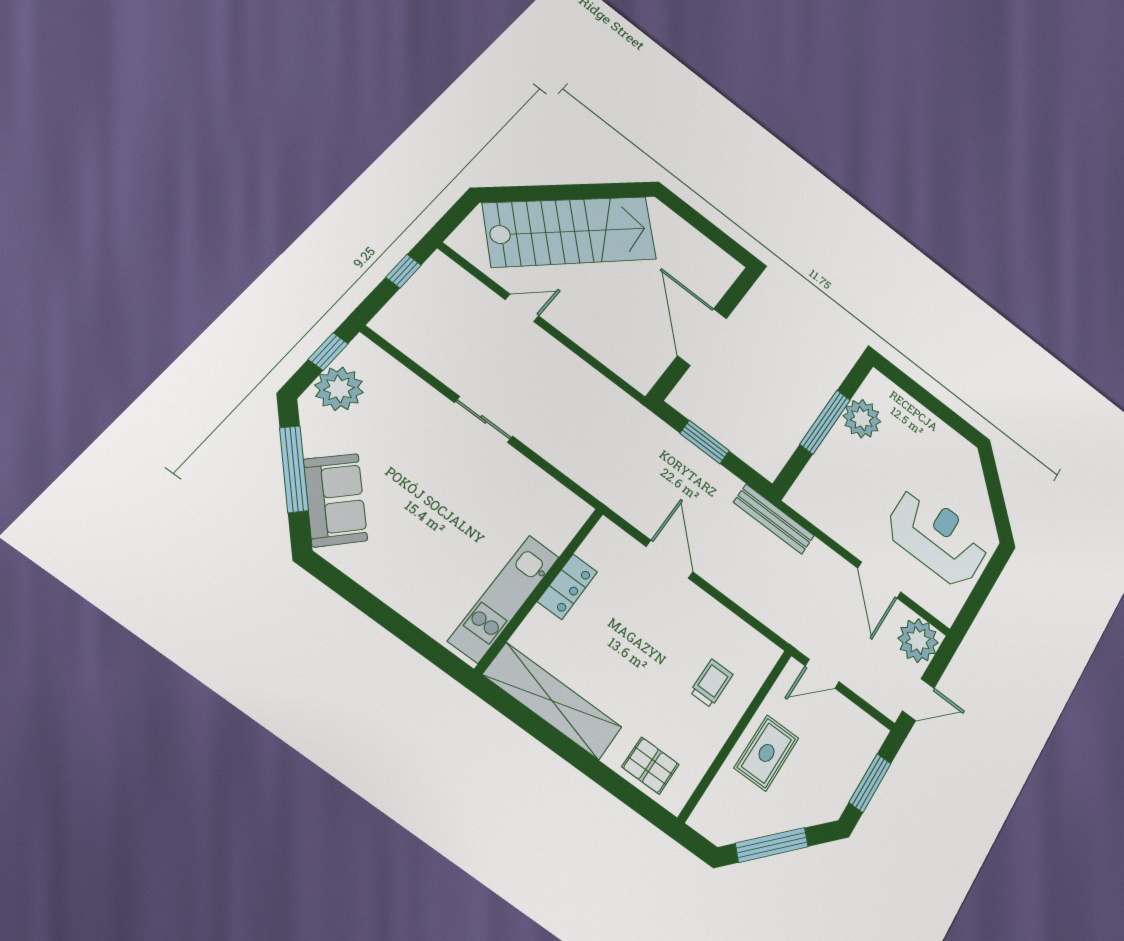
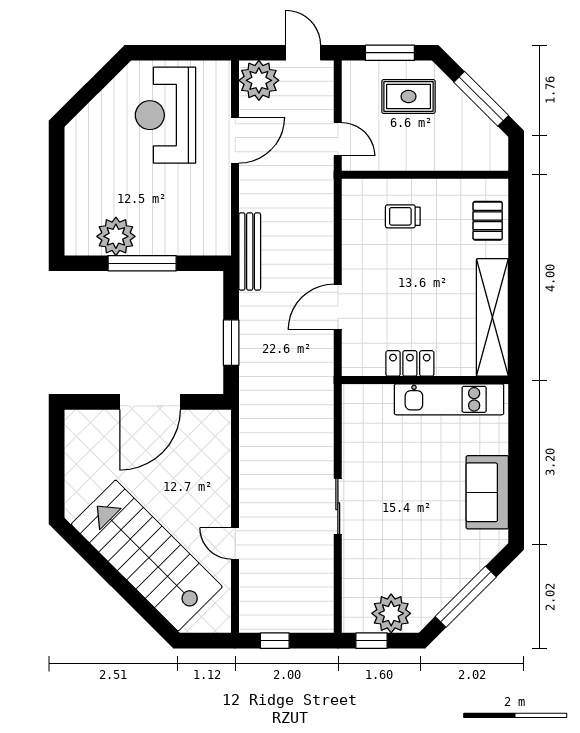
sofa: (335, 500) -> (487, 492), moved, turned -45
rug: (767, 753) -> (409, 97), moved

